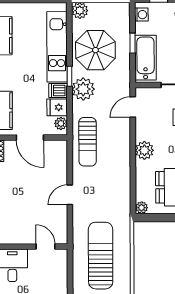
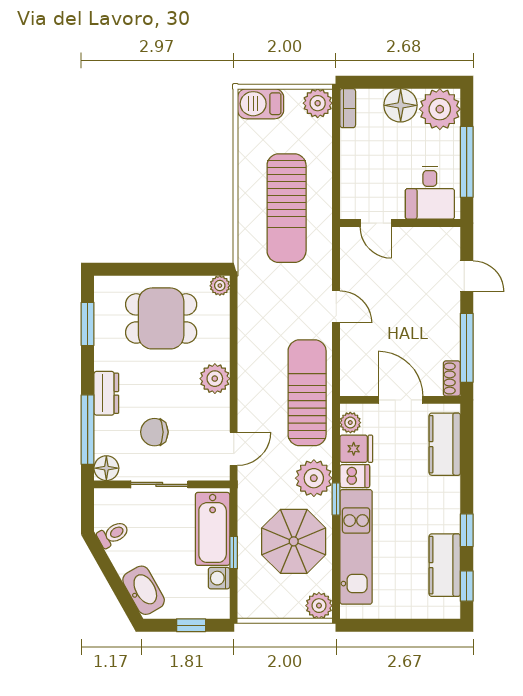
washing machine: (141, 15) -> (219, 578), moved
sun lounger: (88, 142) -> (307, 393), width x1.36, depth x1.34
door: (70, 195) -> (336, 307), hinge flipped

